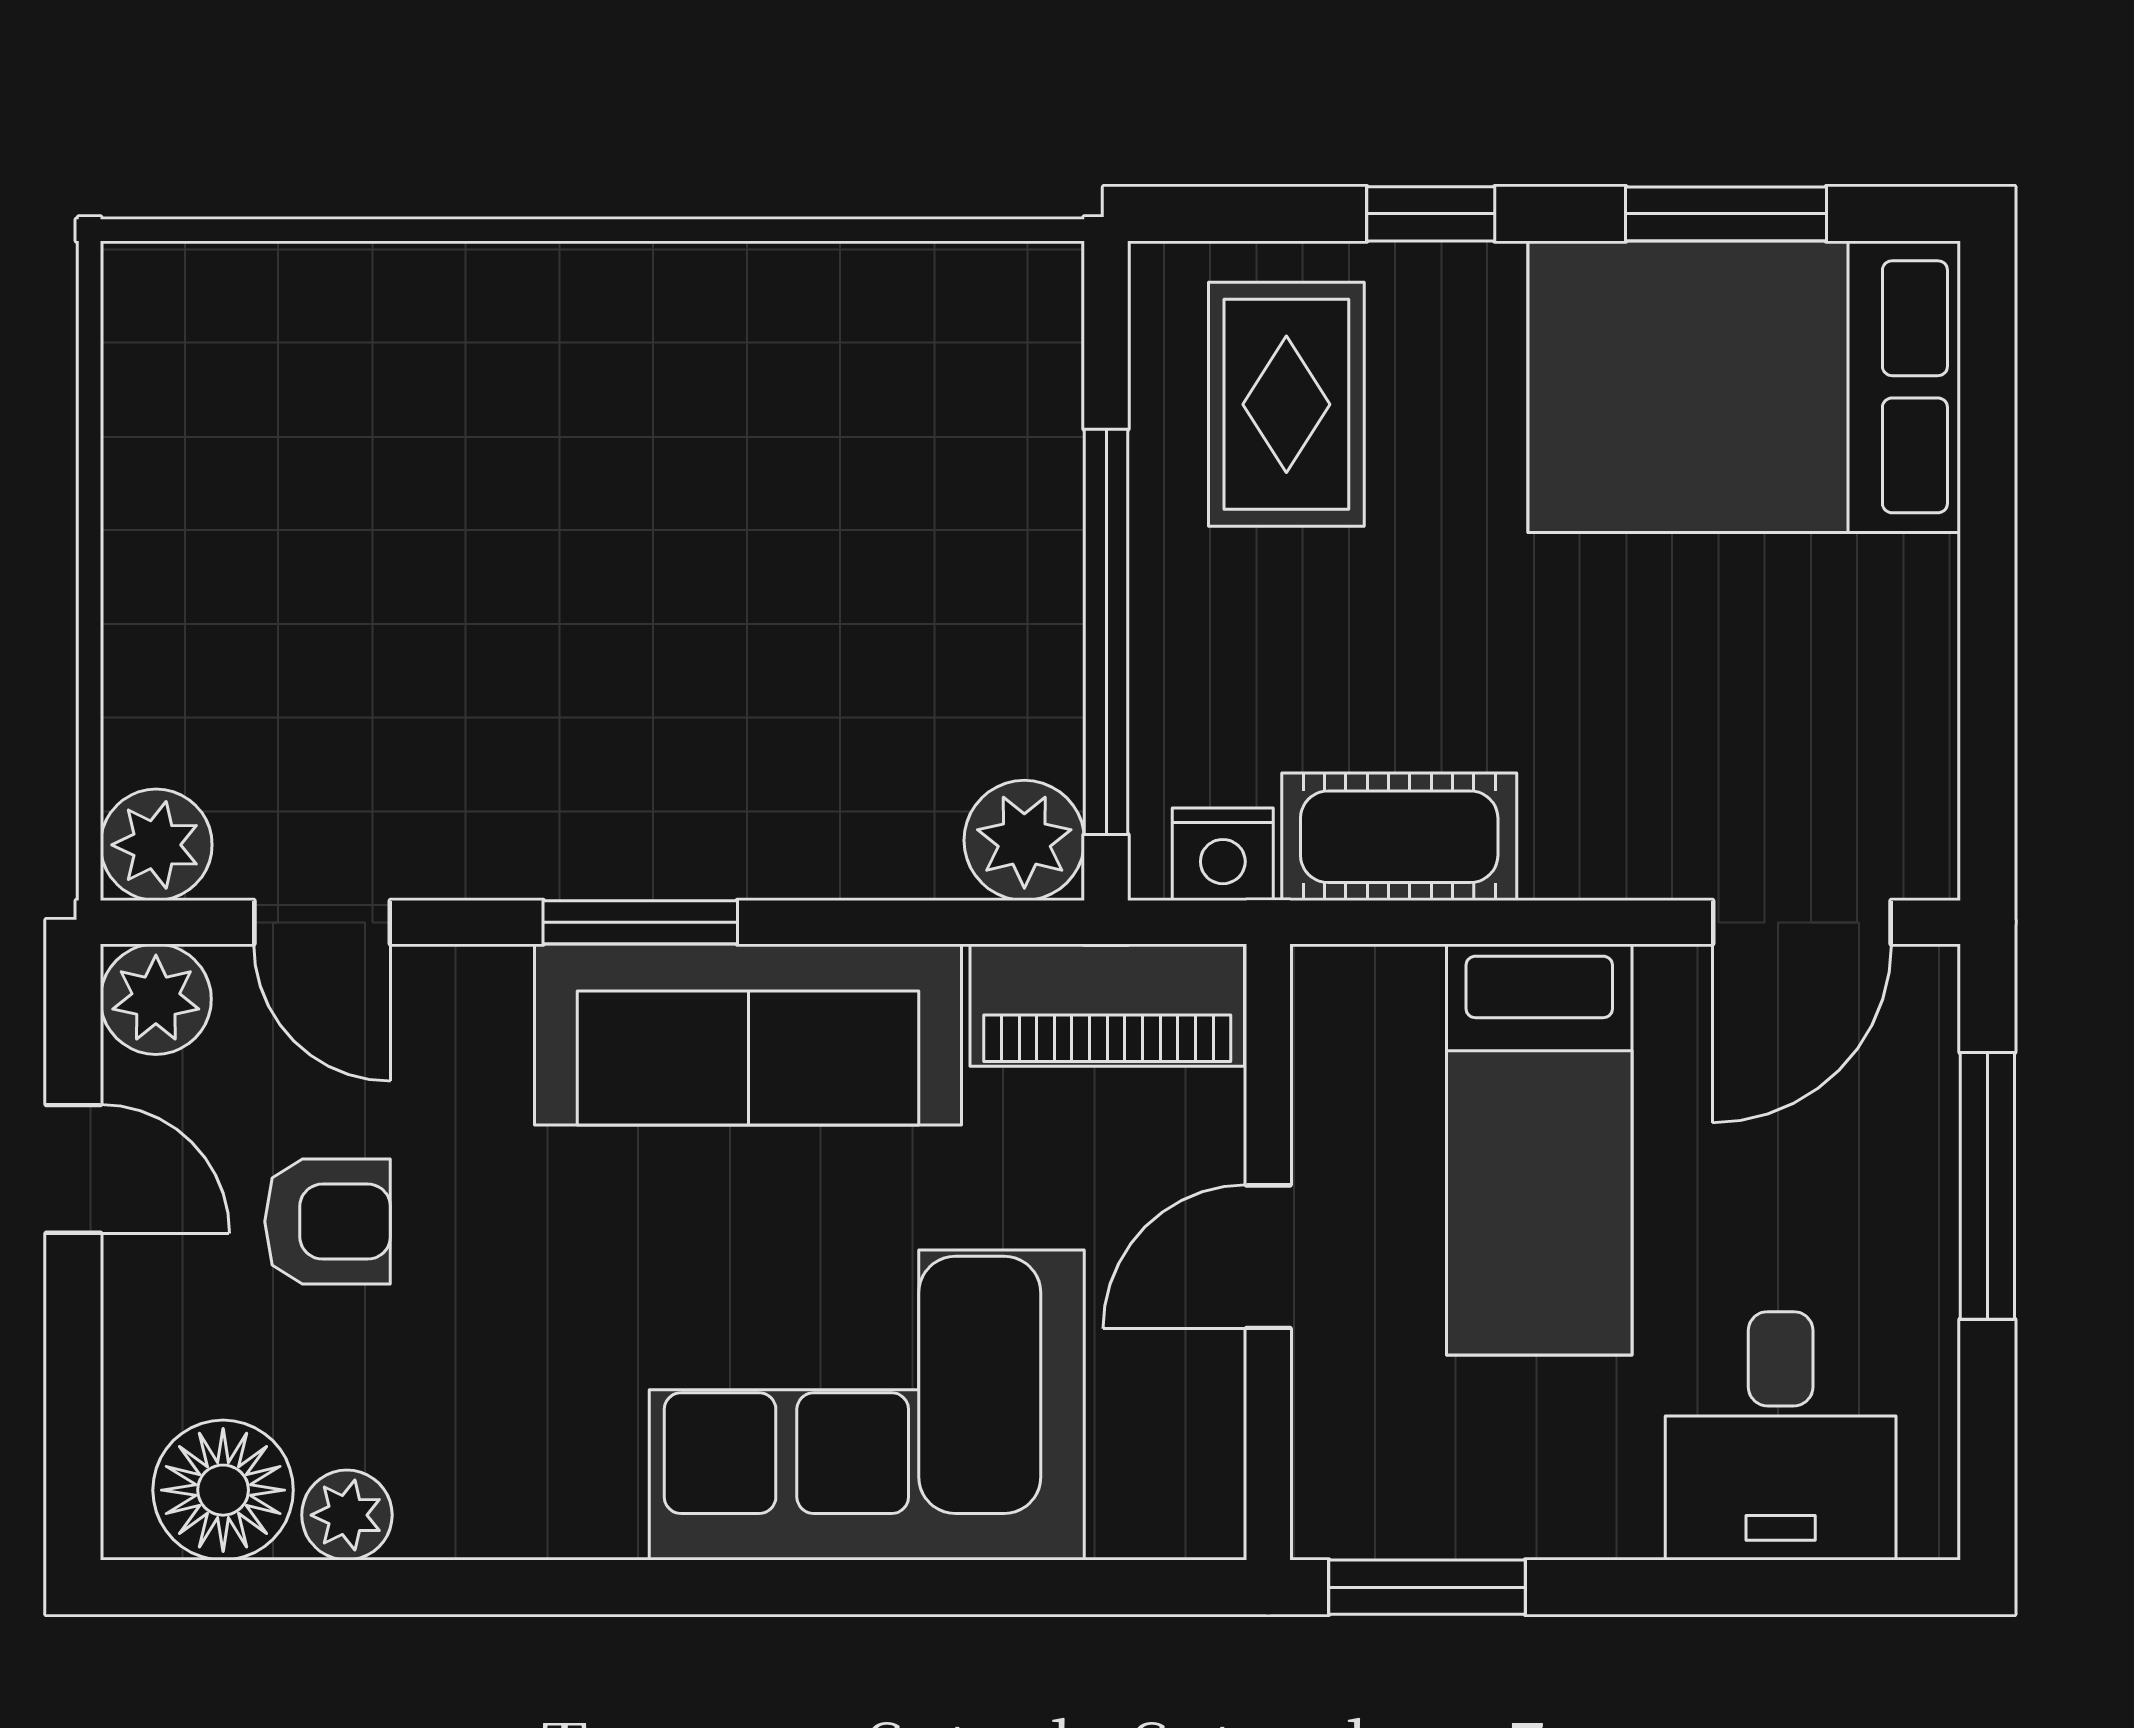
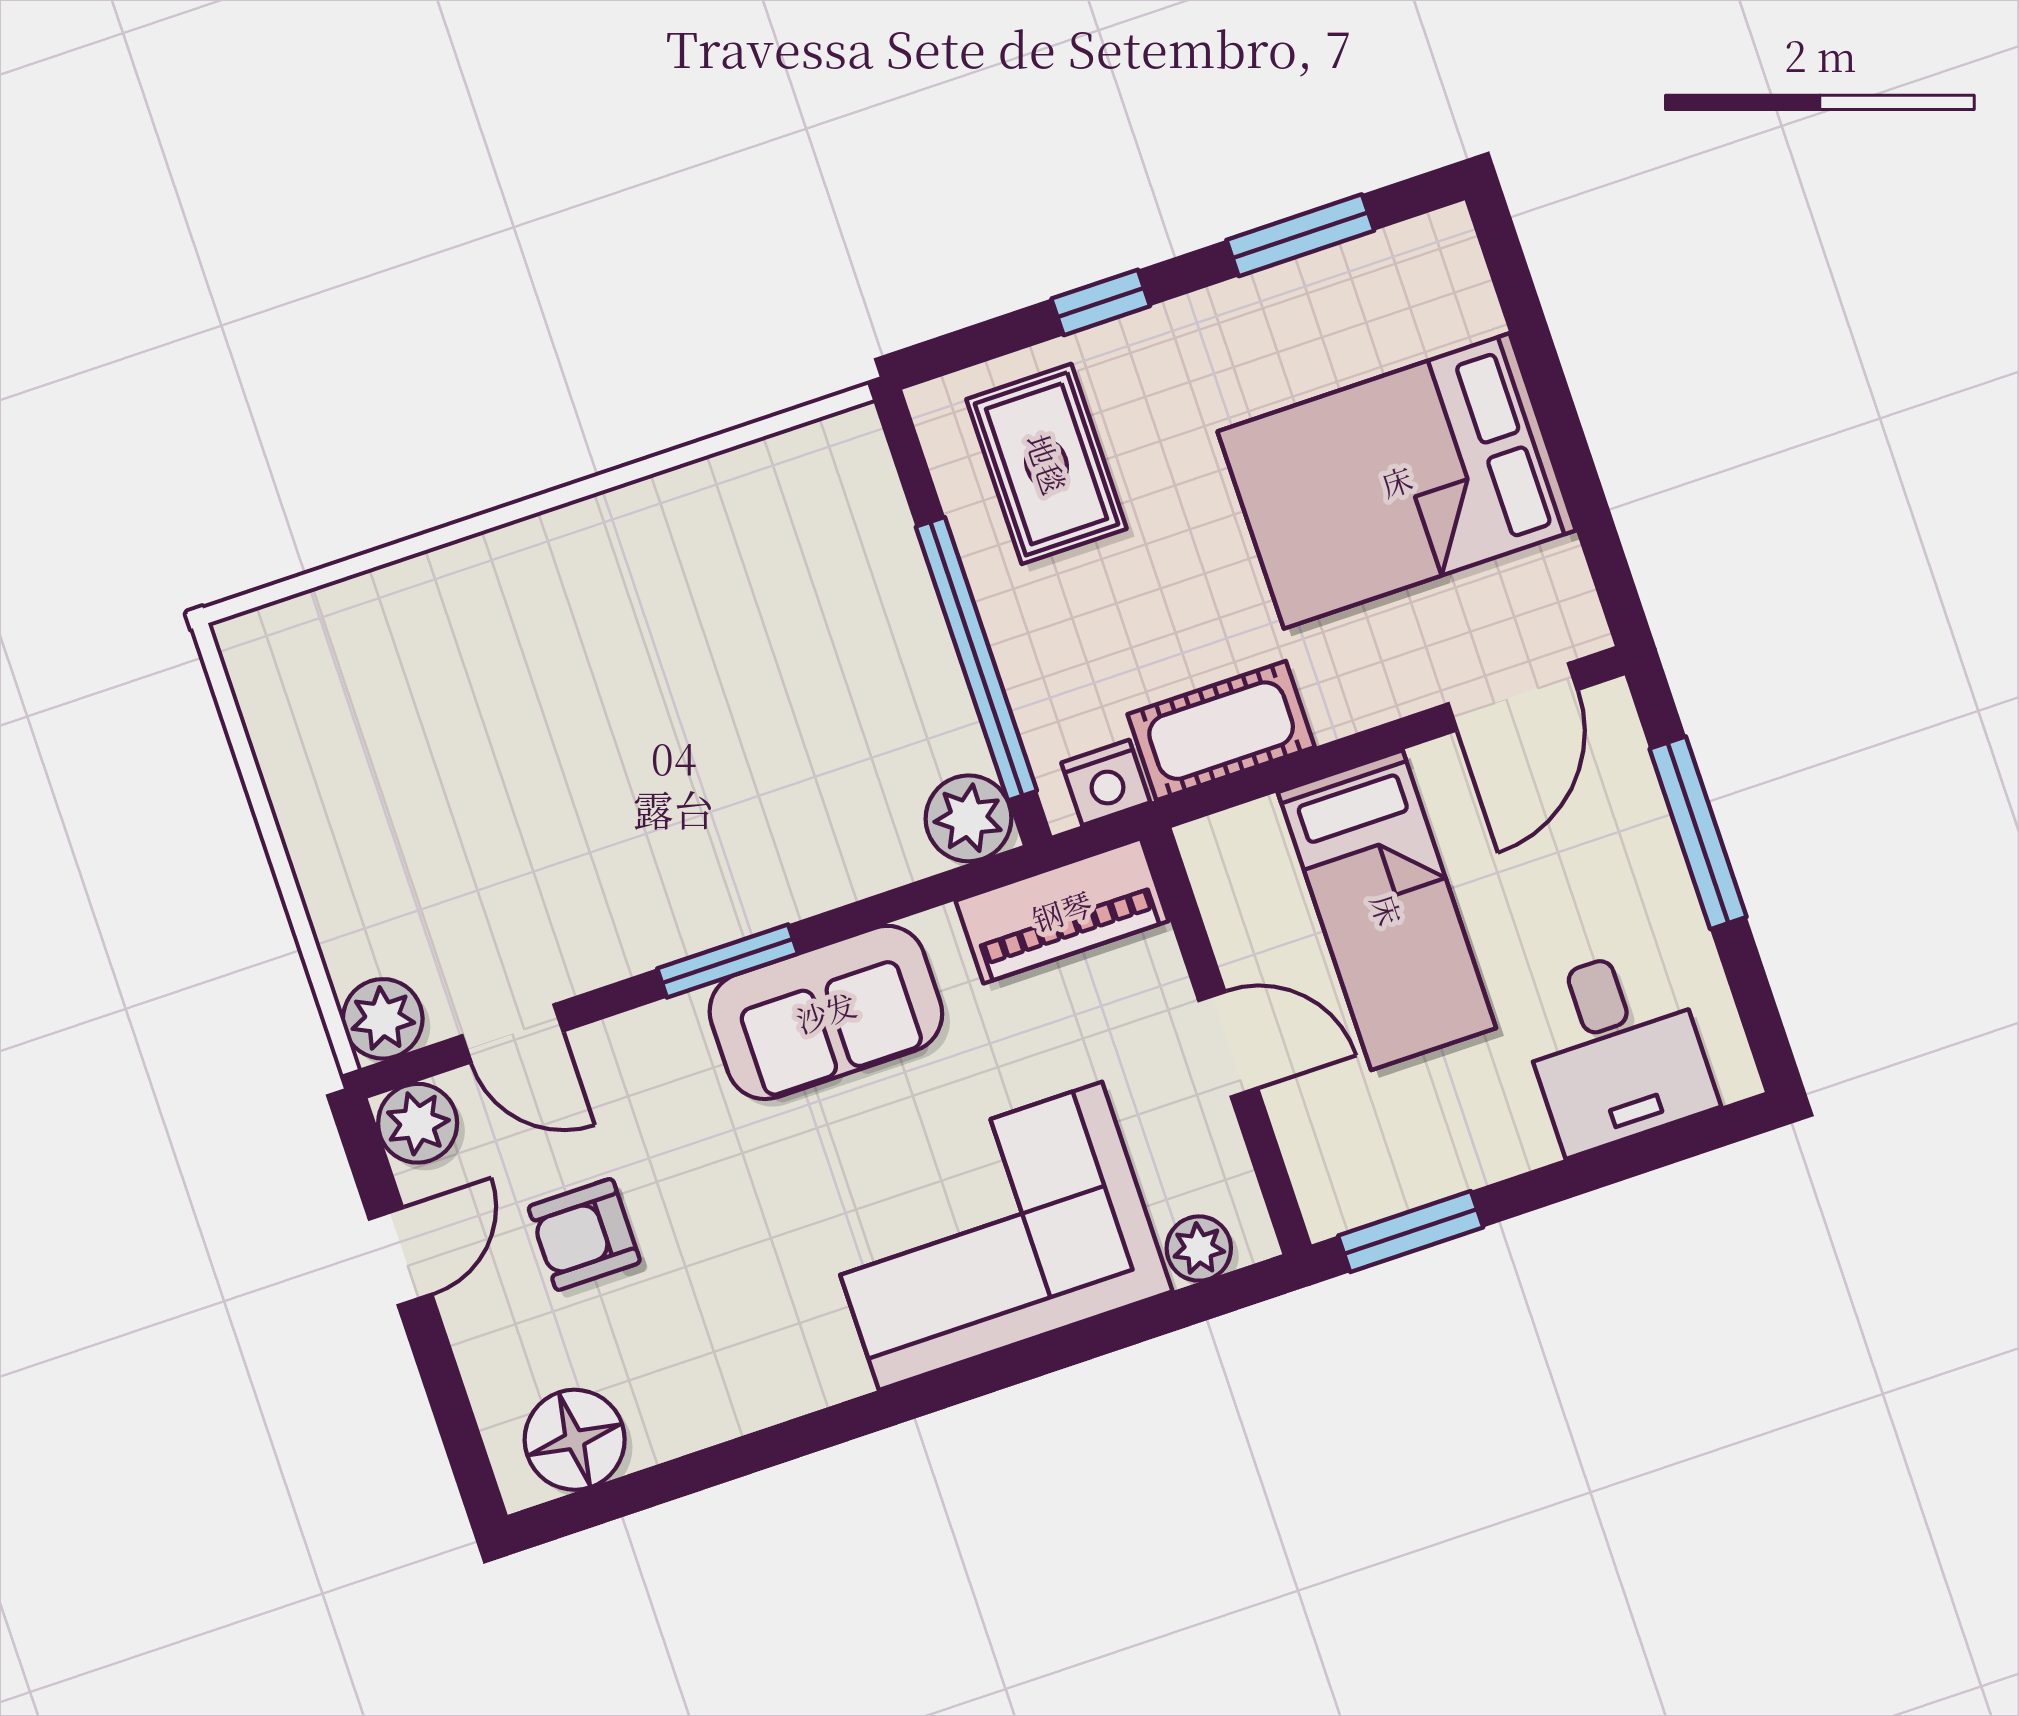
bed: (1744, 387) -> (1397, 481), moved
sofa: (748, 1034) -> (826, 1012), width x0.73
door: (73, 1169) -> (400, 1257), hinge flipped
armchair: (328, 1222) -> (584, 1234), turned 180
door: (1268, 1257) -> (1228, 1044), swing flipped
plant: (347, 1515) -> (1199, 1249), moved

